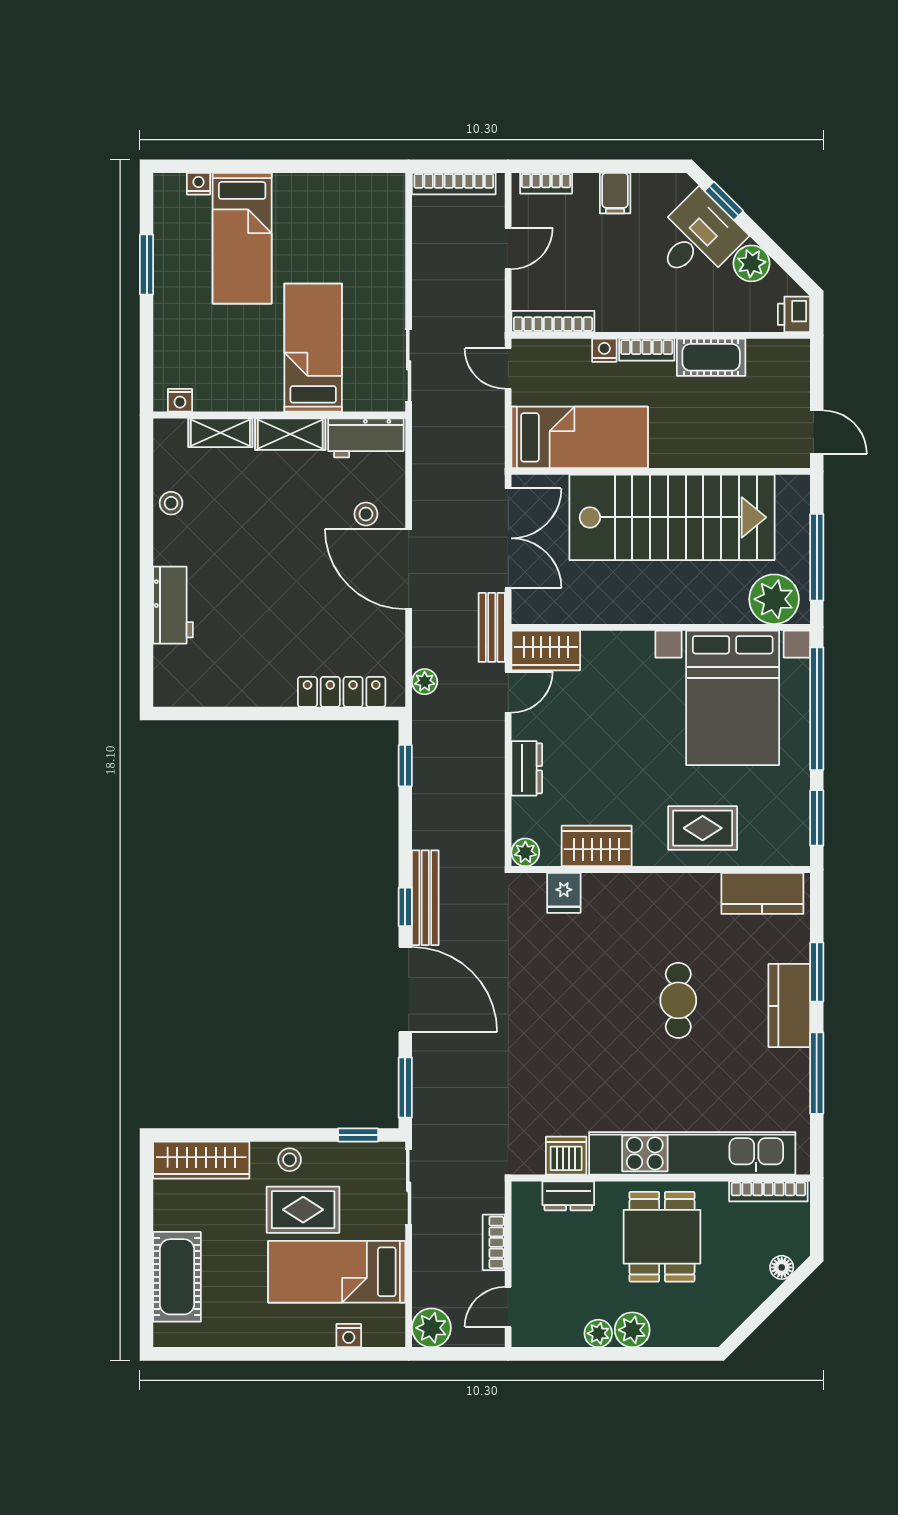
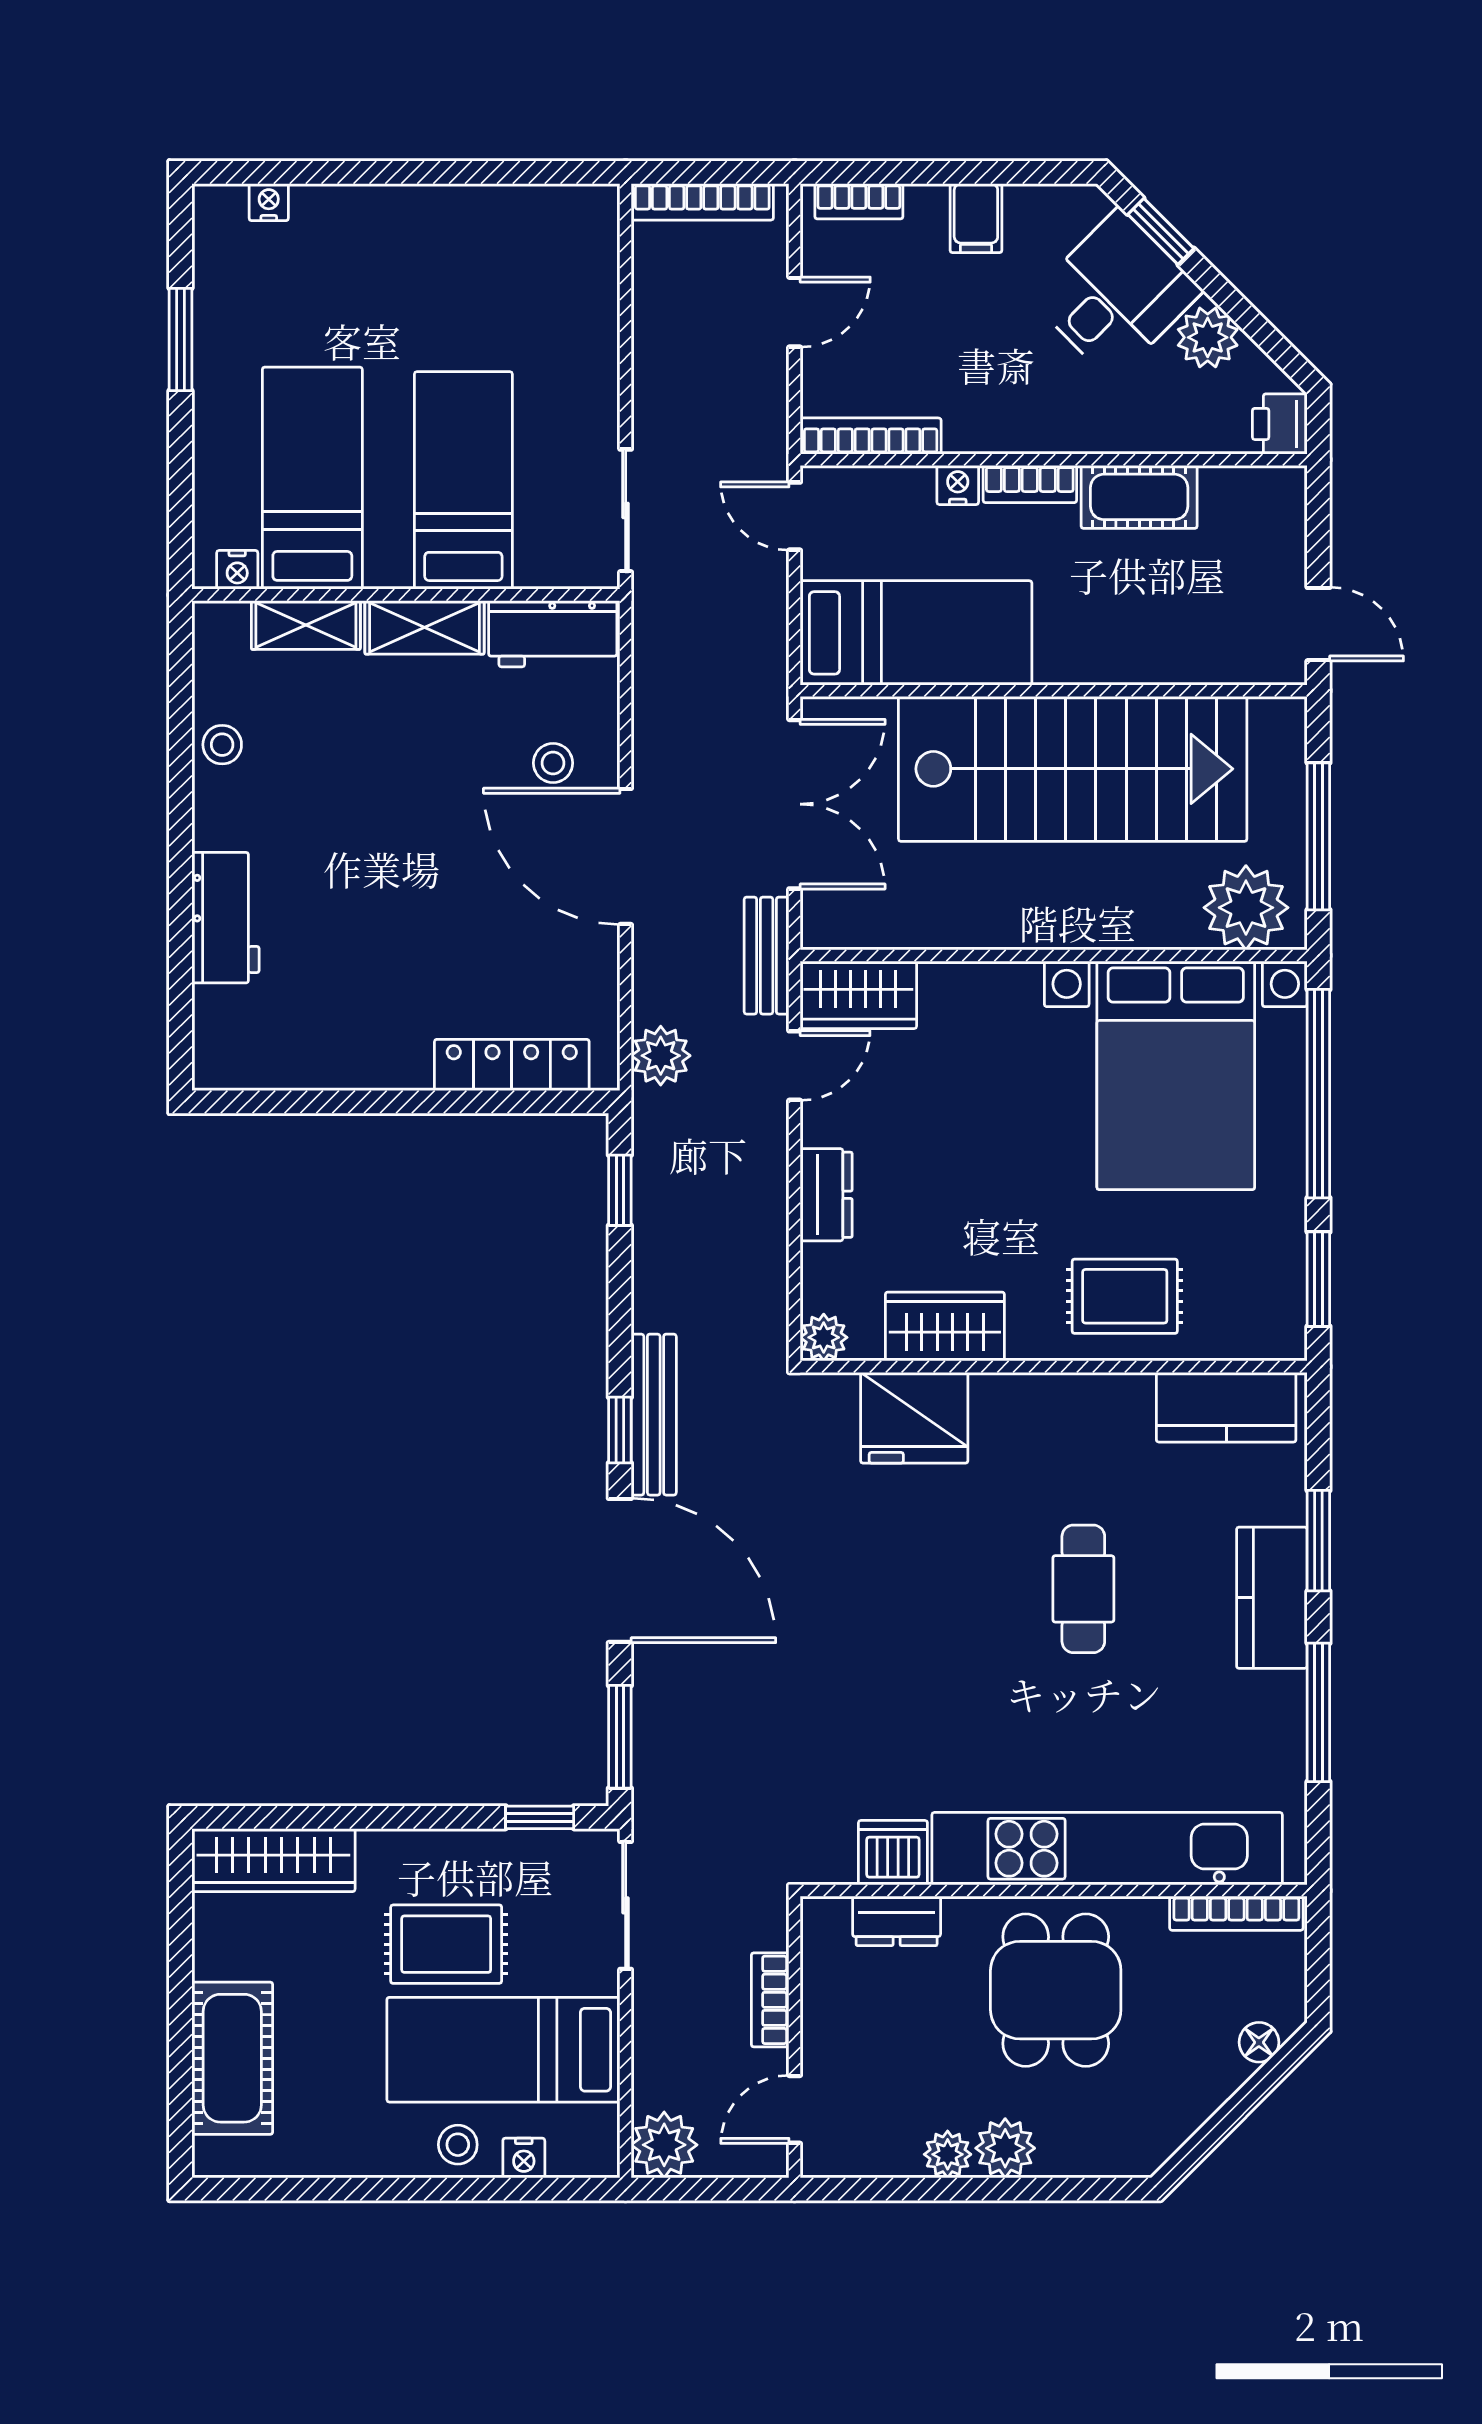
bed: (242, 238) -> (312, 478), moved, turned 180
plant: (425, 682) -> (661, 1056), width x1.38, depth x1.38
fridge: (564, 893) -> (914, 1418), width x1.88, depth x1.34
stool: (290, 1160) -> (458, 2145), moved

